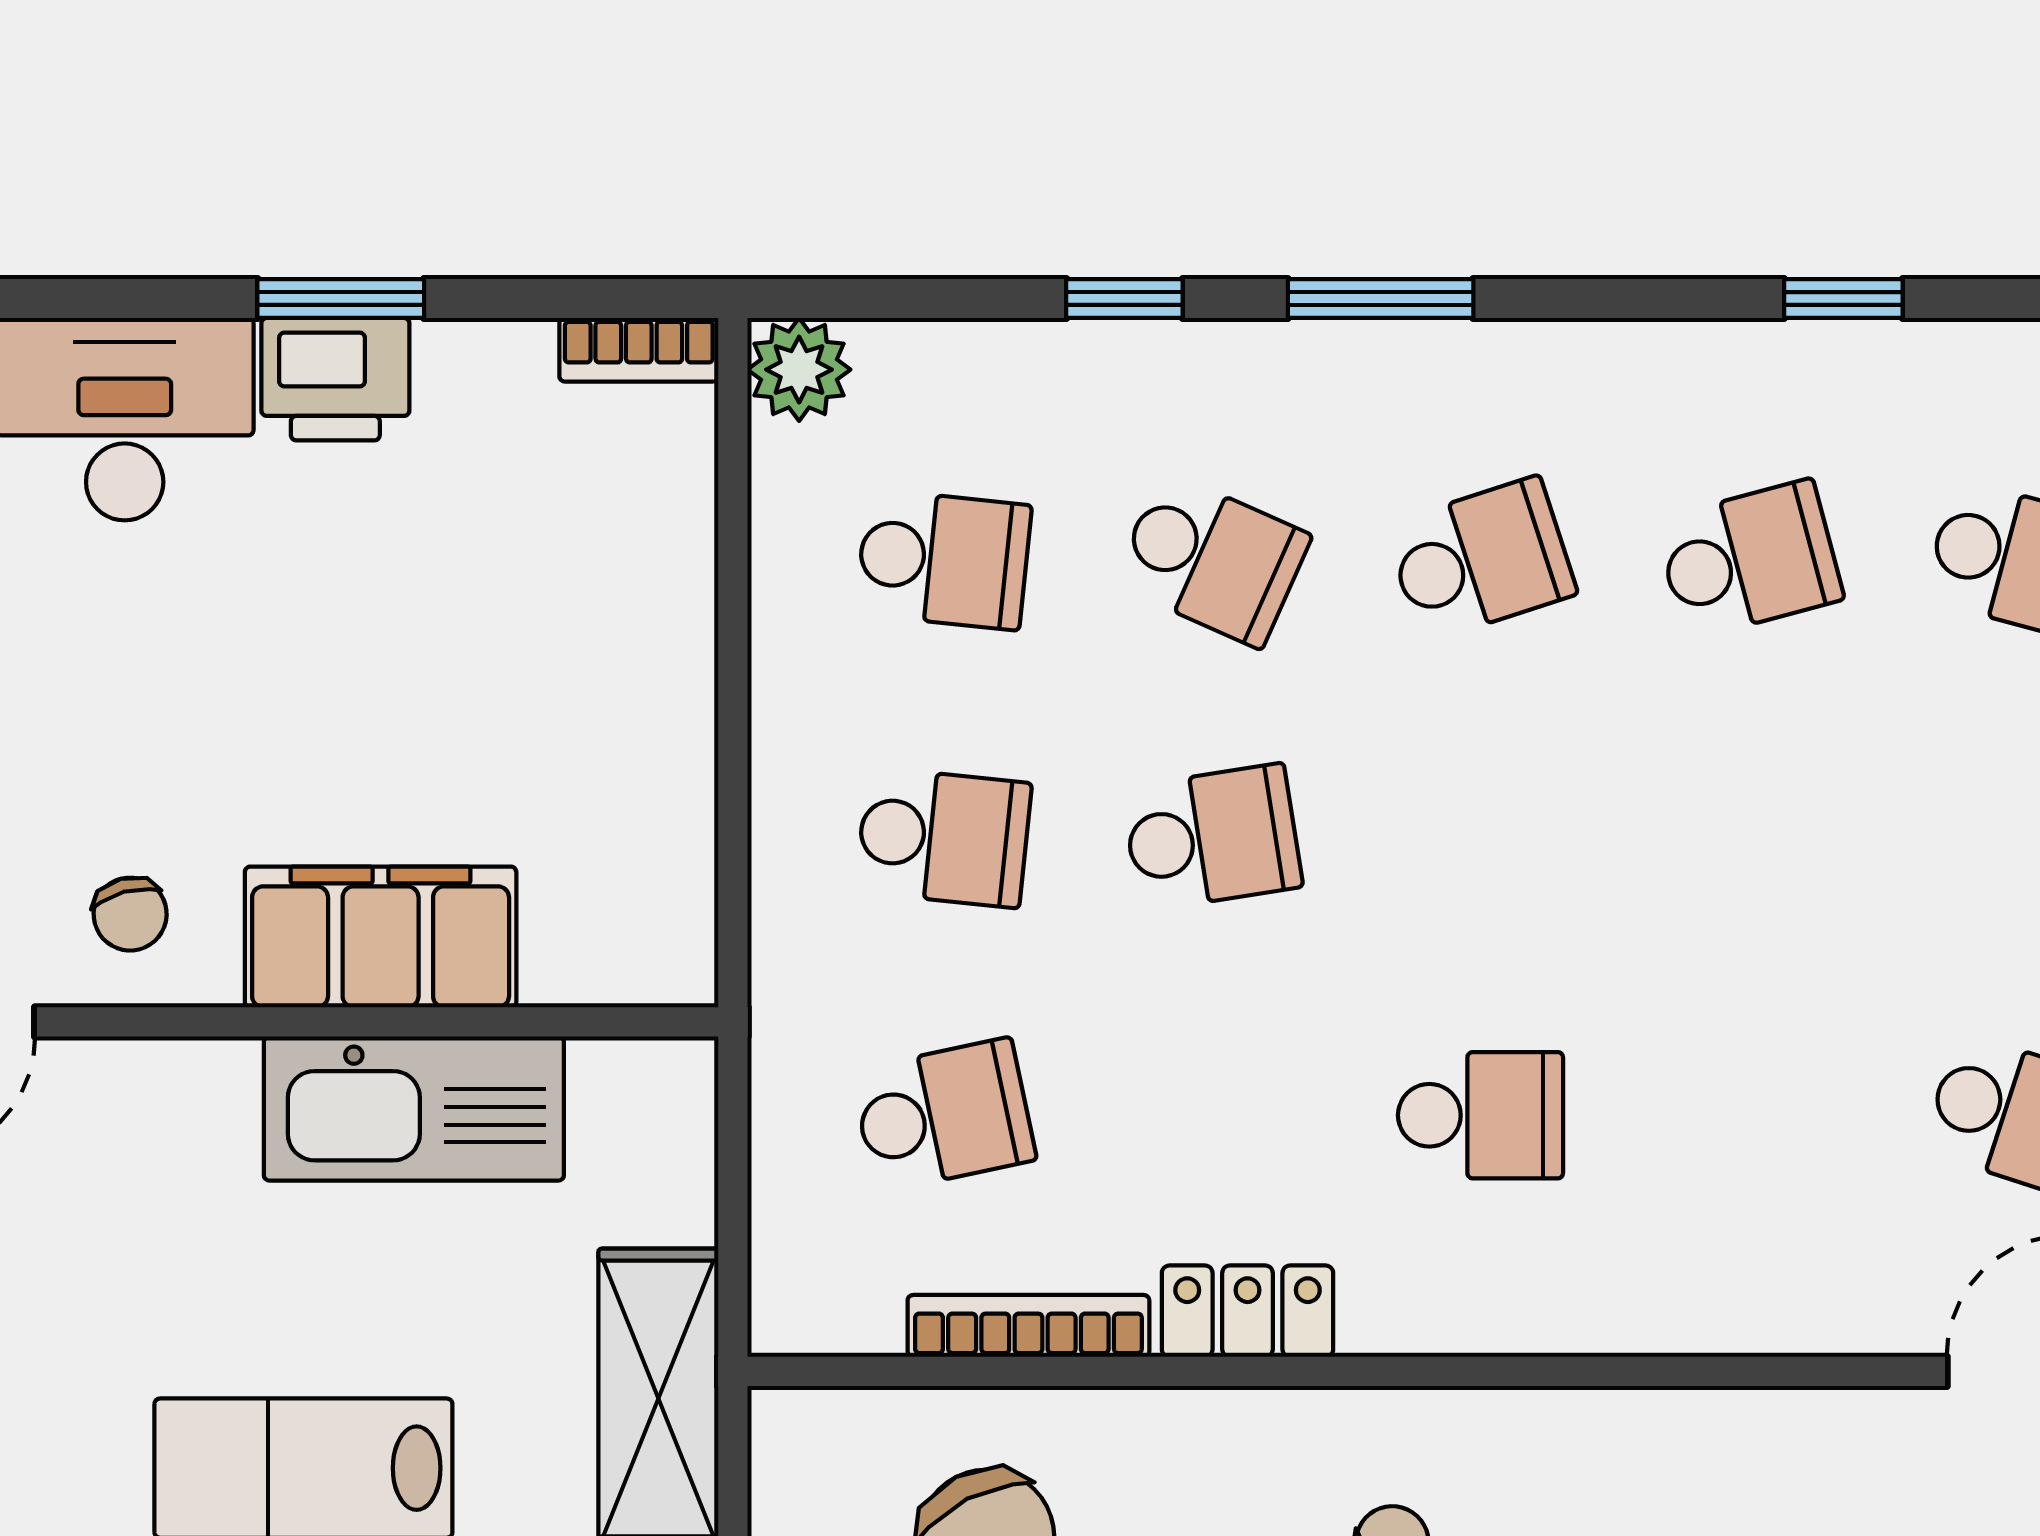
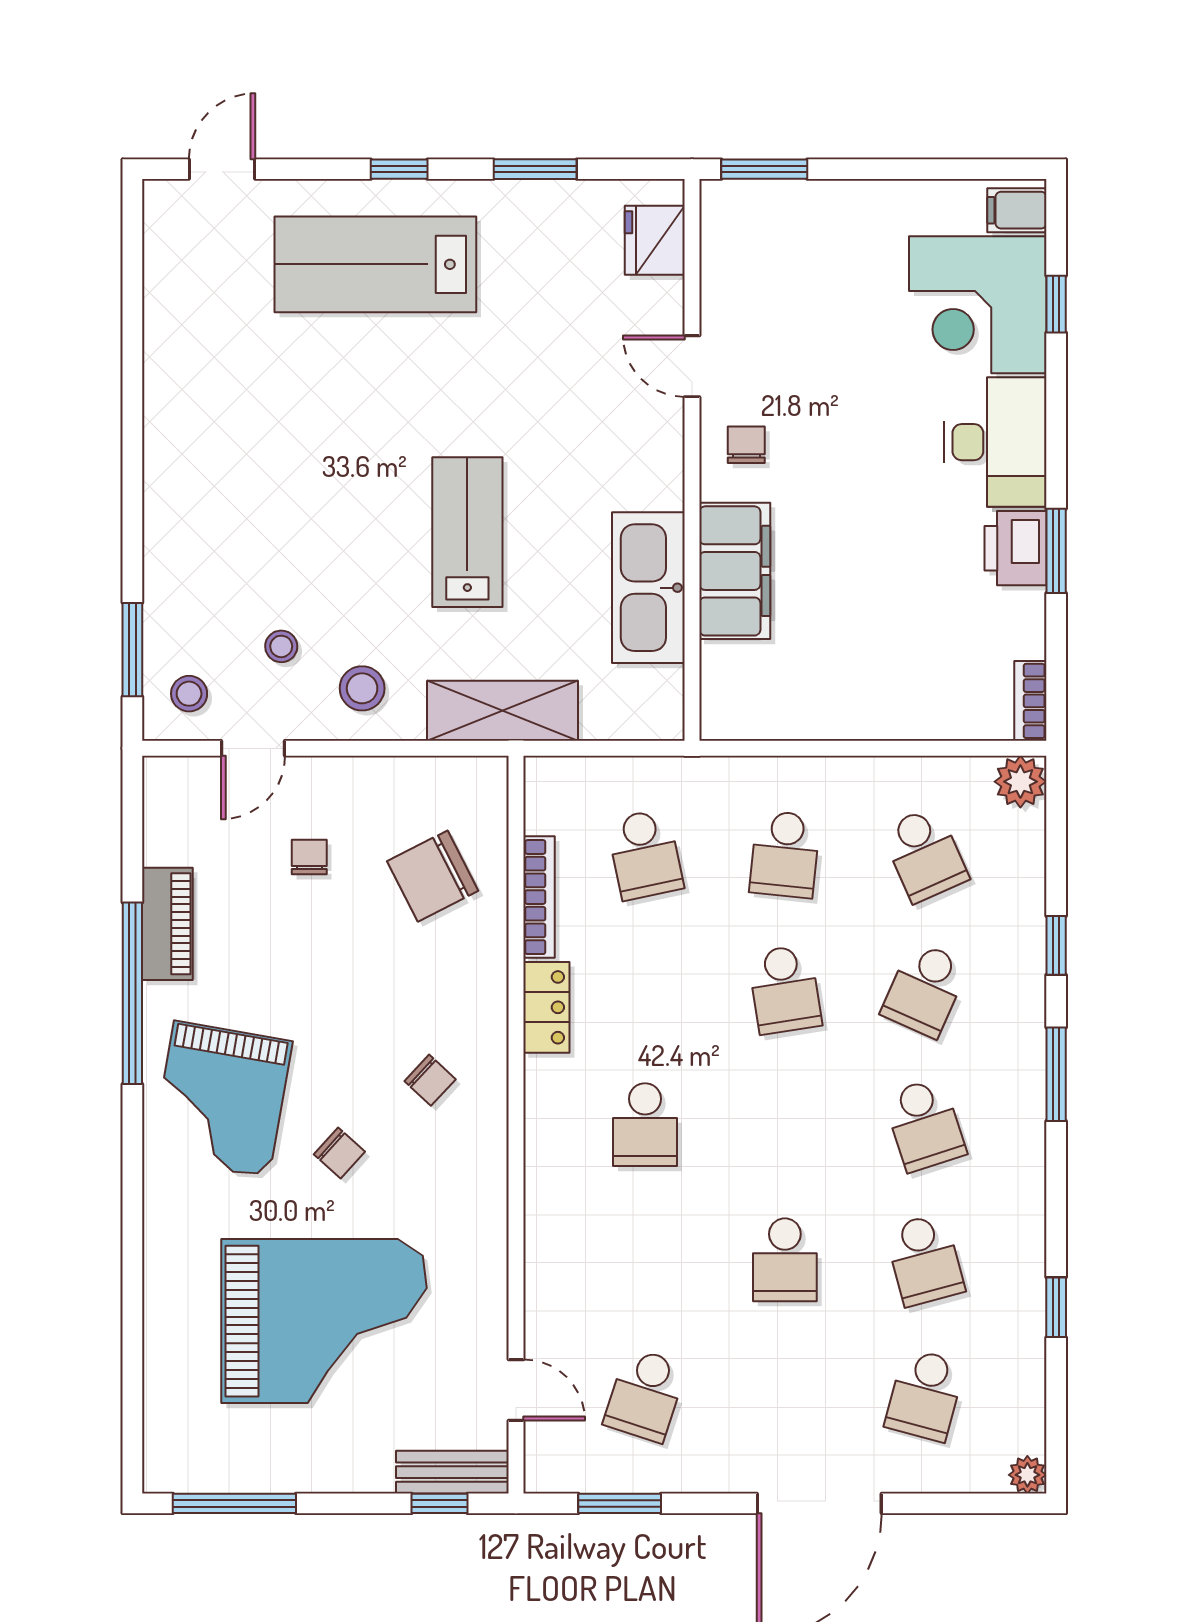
school desk: (943, 560) -> (925, 854), turned -30
school desk: (1749, 837) -> (785, 1260), added
chair: (130, 914) -> (746, 445), turned 105

